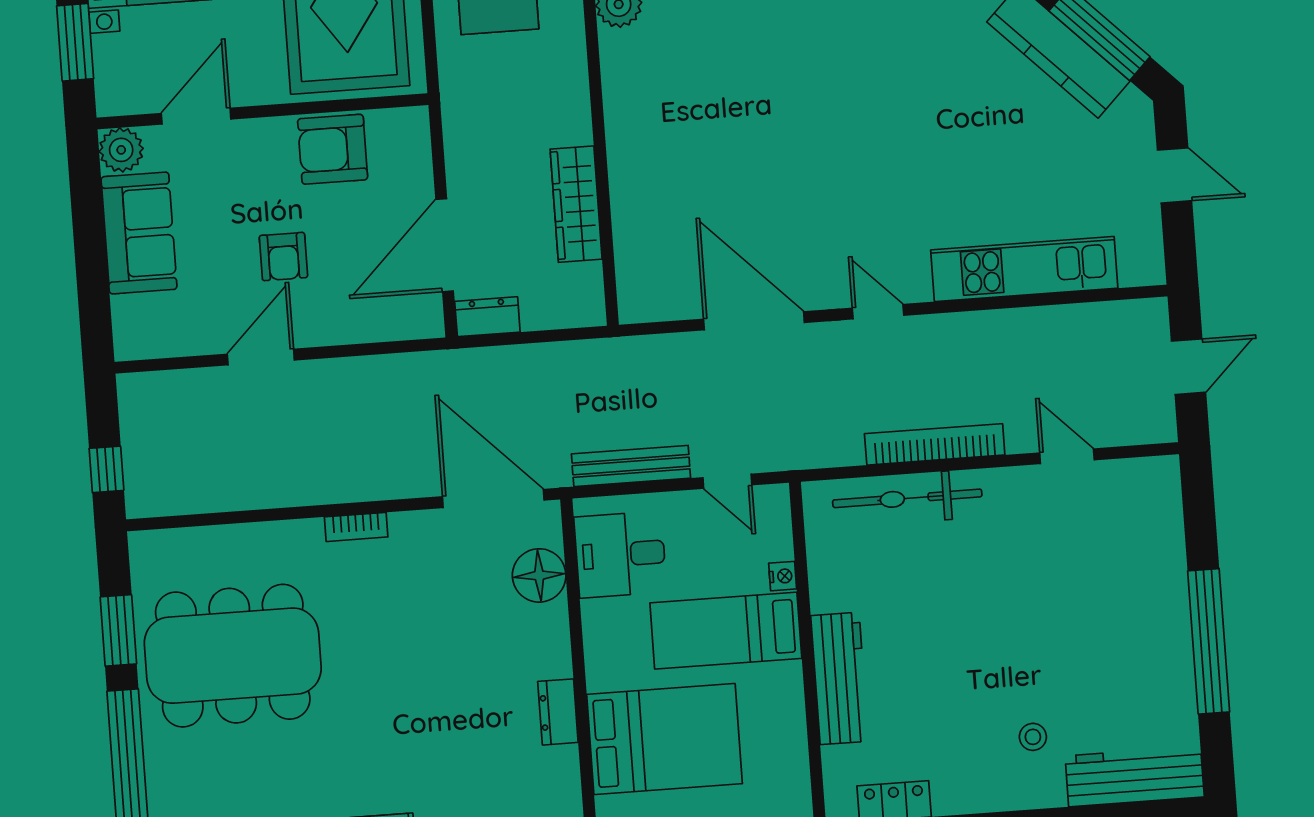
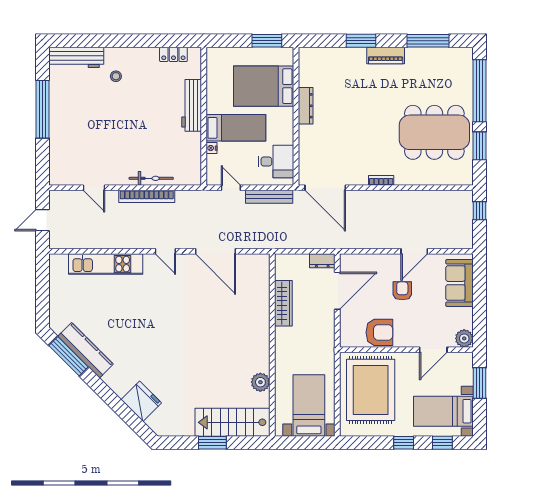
door: (1174, 175) -> (43, 297), removed
sofa: (139, 233) -> (459, 283), moved
bicycle: (907, 498) -> (151, 178), width x0.73, depth x0.71
floor lamp: (539, 575) -> (309, 155), removed
dresser: (558, 712) -> (306, 106), width x1.44

